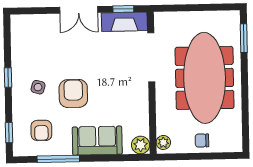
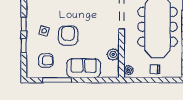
armchair: (41, 130) -> (46, 60), turned -90
window: (9, 133) -> (24, 45), moved
plant: (141, 145) -> (113, 54), moved

